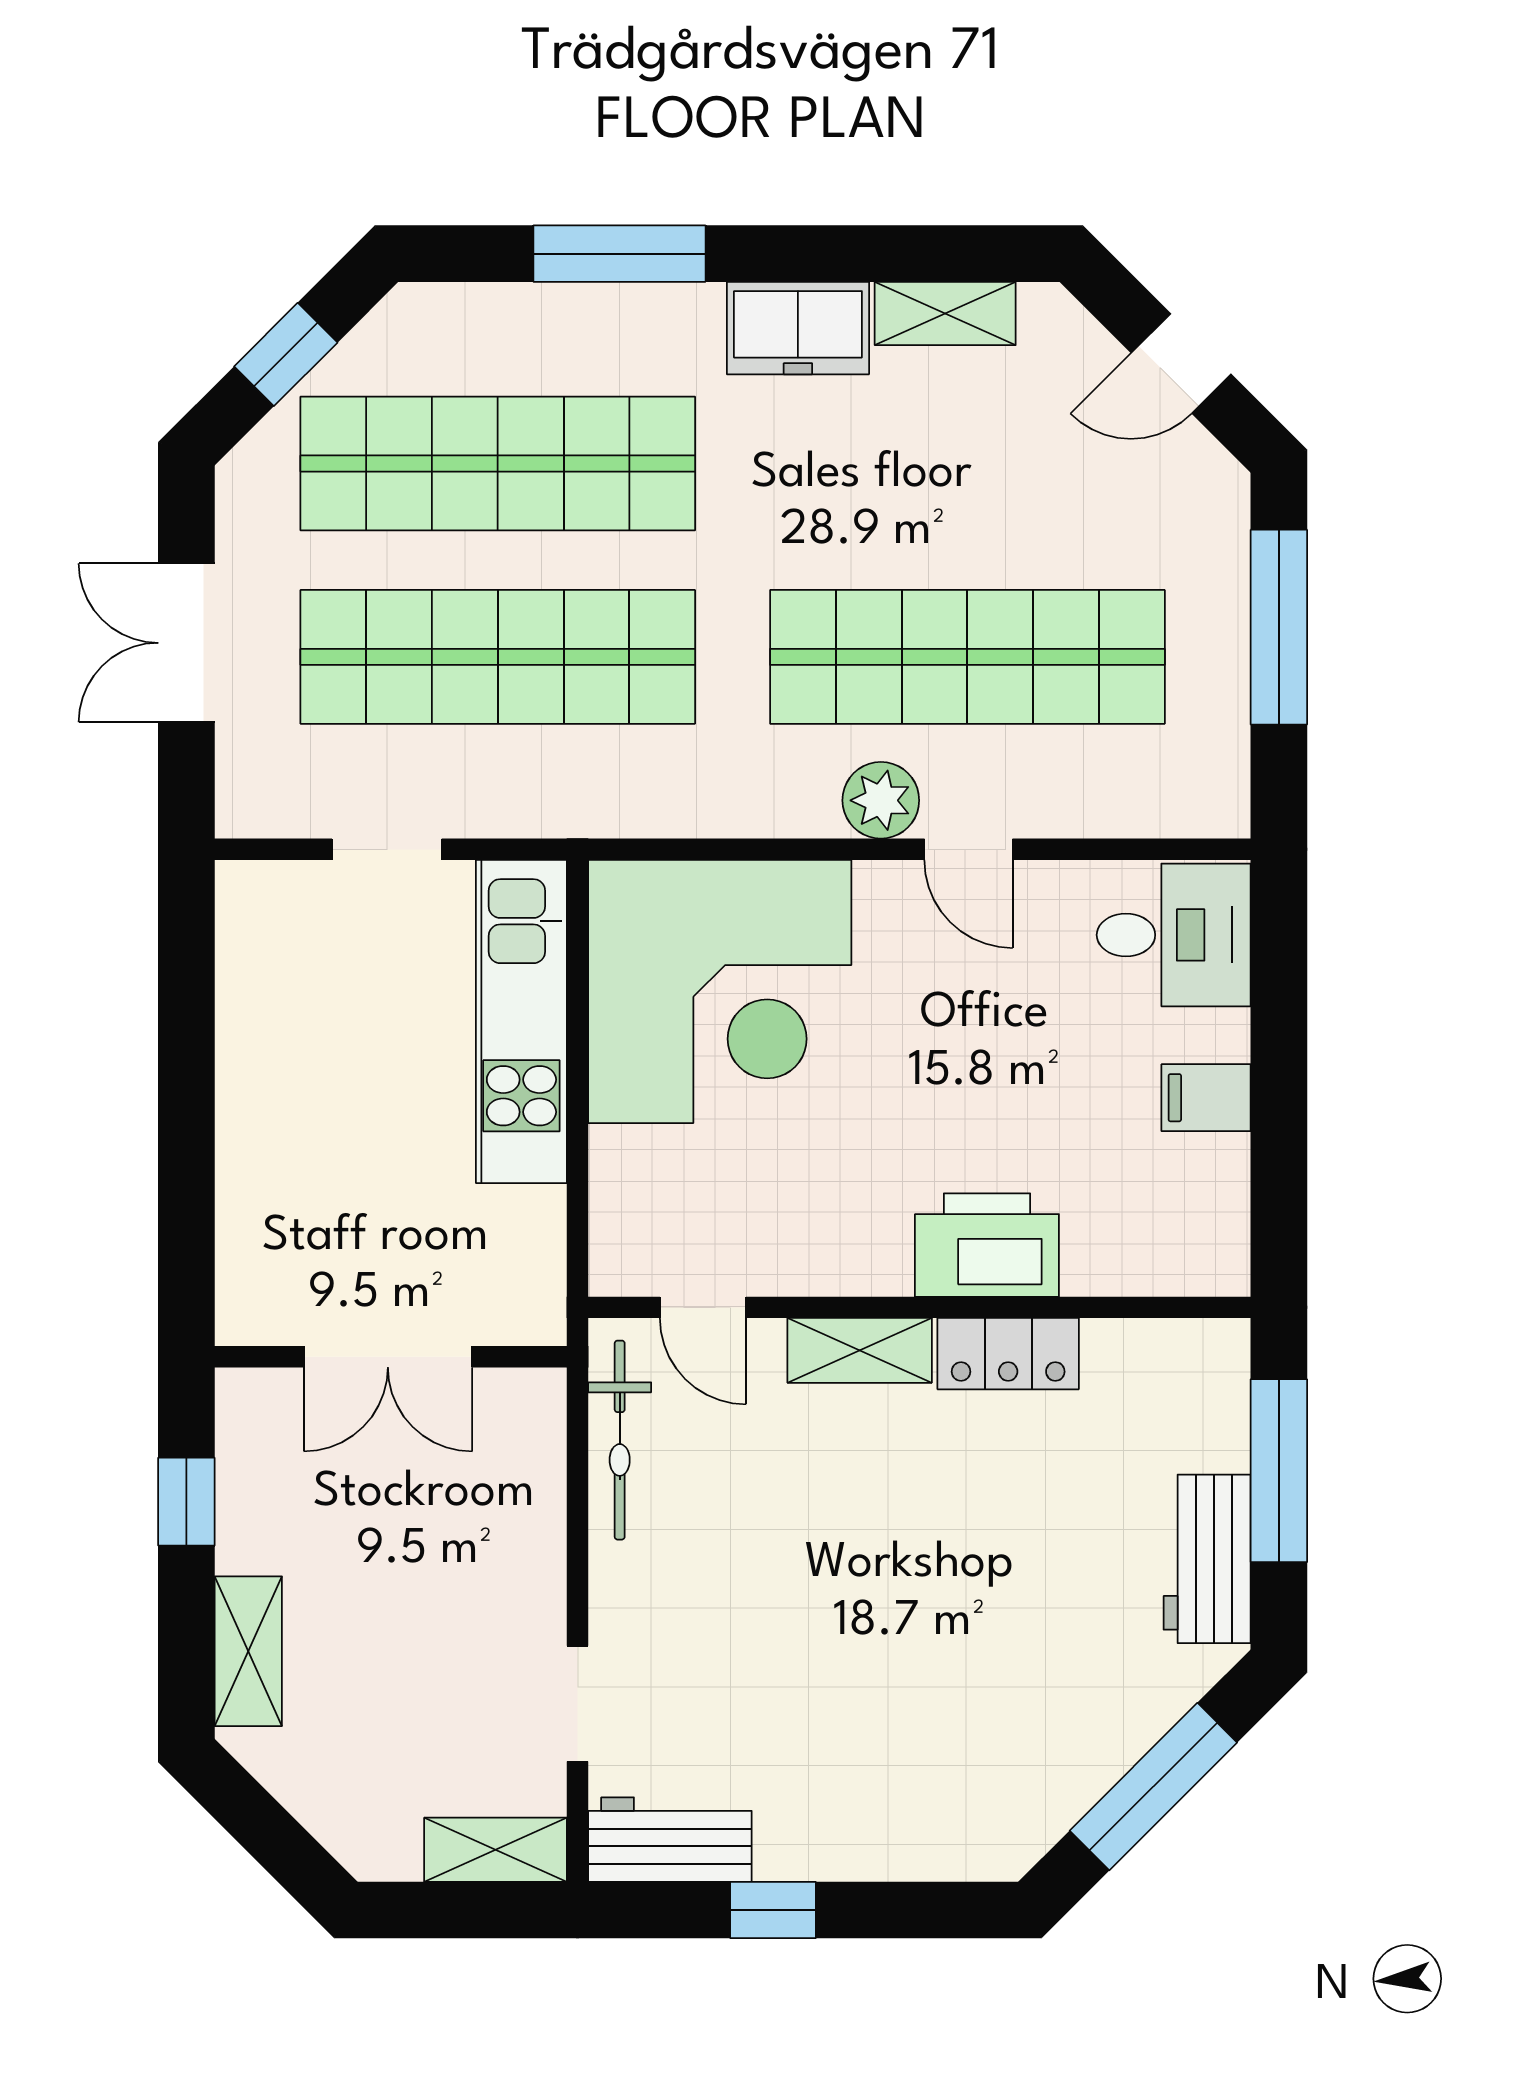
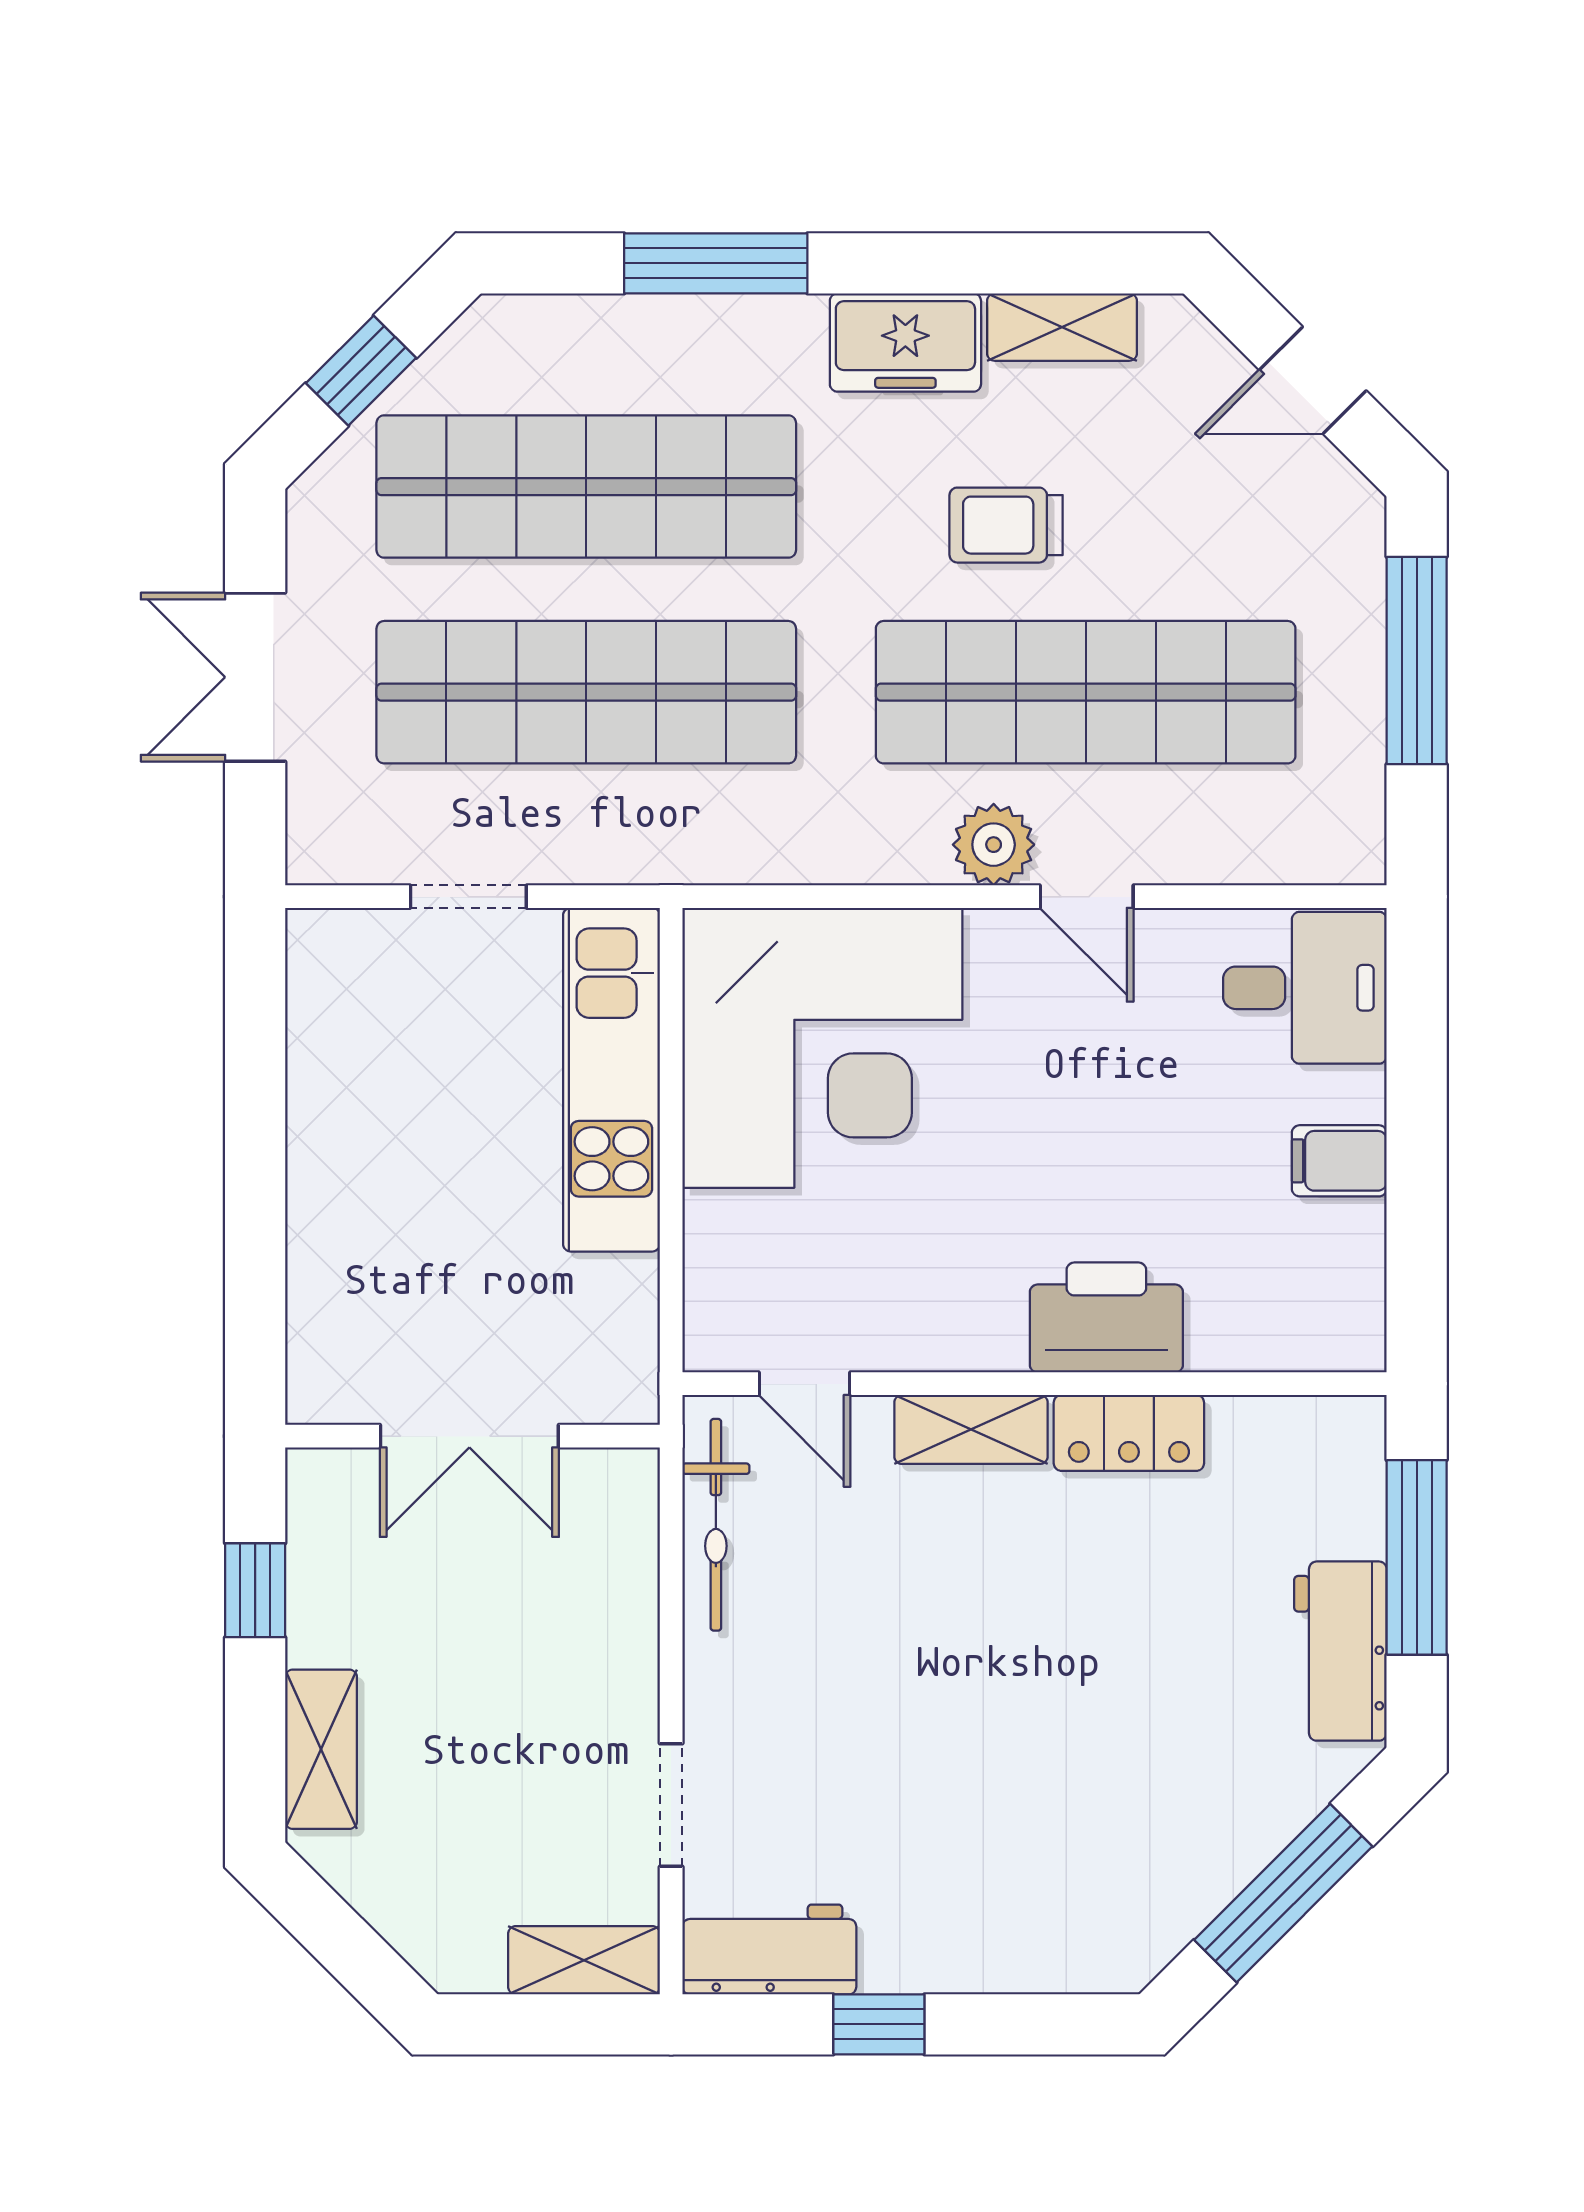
trolley: (893, 500) -> (1006, 525), added

